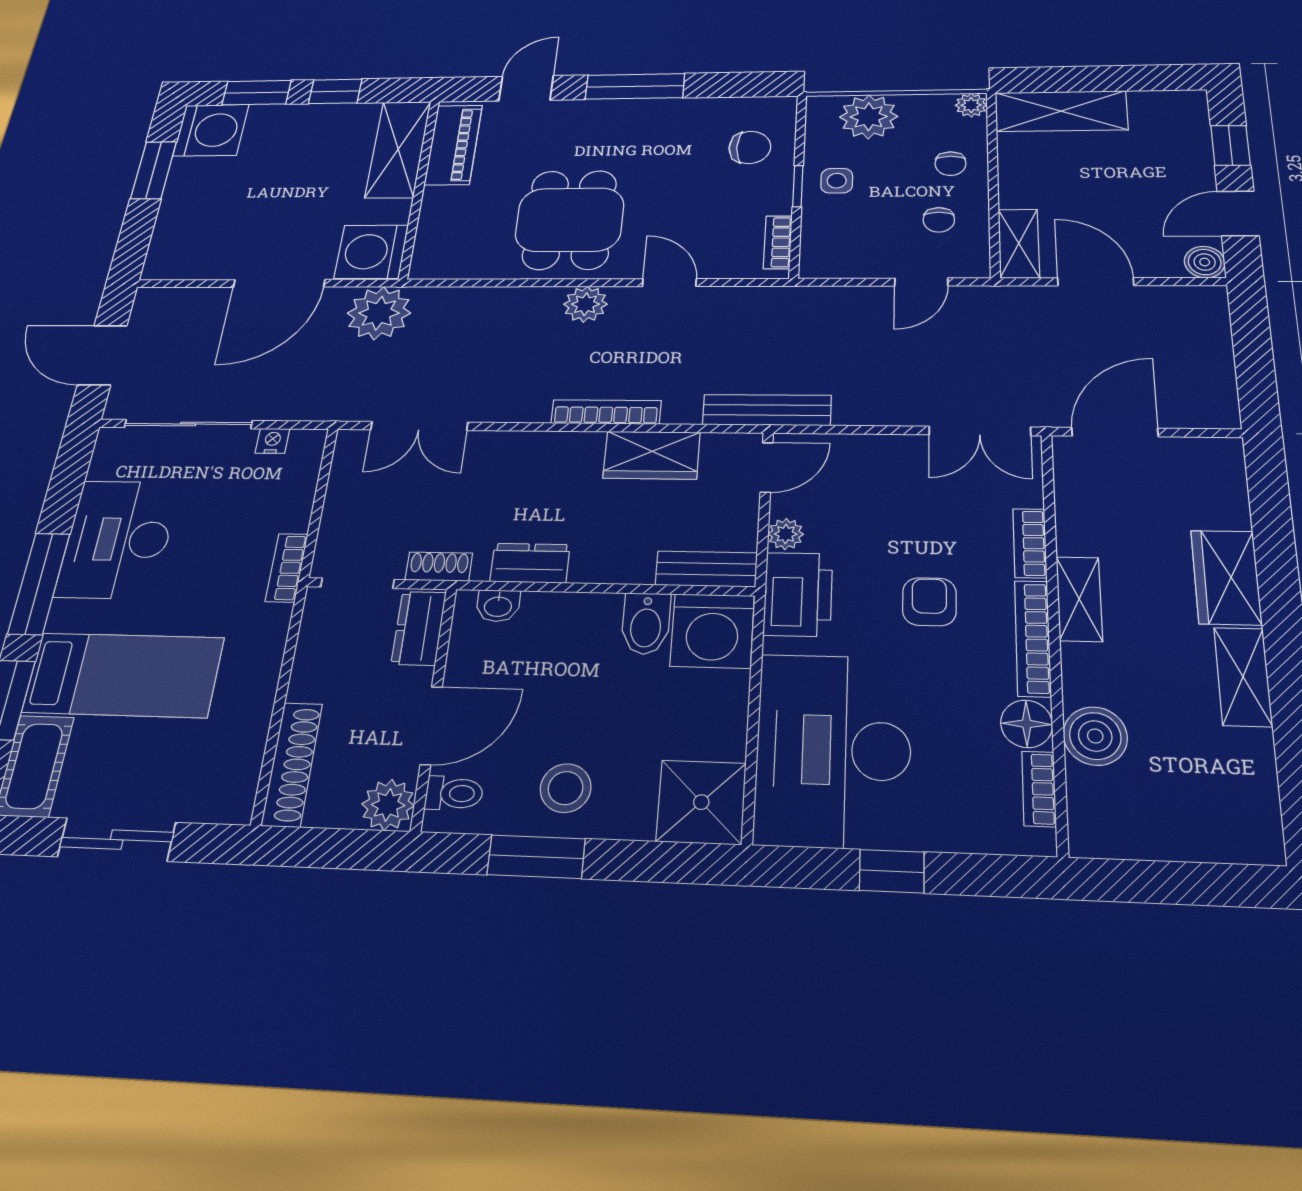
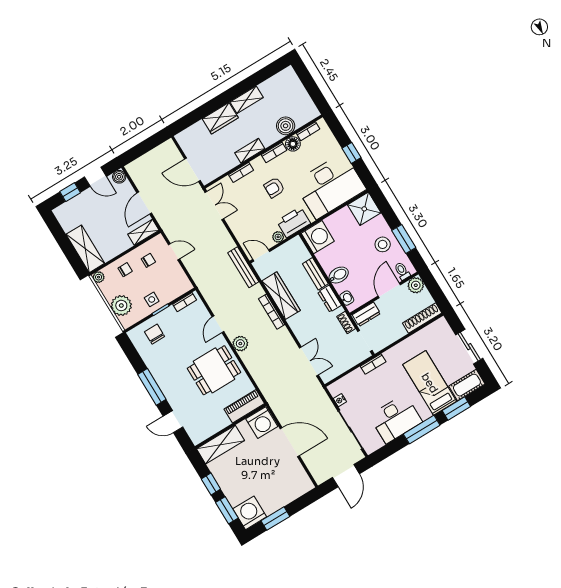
piano: (453, 145) -> (244, 406), moved
plant: (379, 313) -> (281, 403), removed
wardrobe: (652, 455) -> (281, 296), width x1.50
bench: (706, 569) -> (315, 274), moved
bidet: (646, 624) -> (339, 275), moved
bookcase: (1033, 638) -> (274, 152), width x0.64
door: (431, 726) -> (389, 290), hinge flipped

